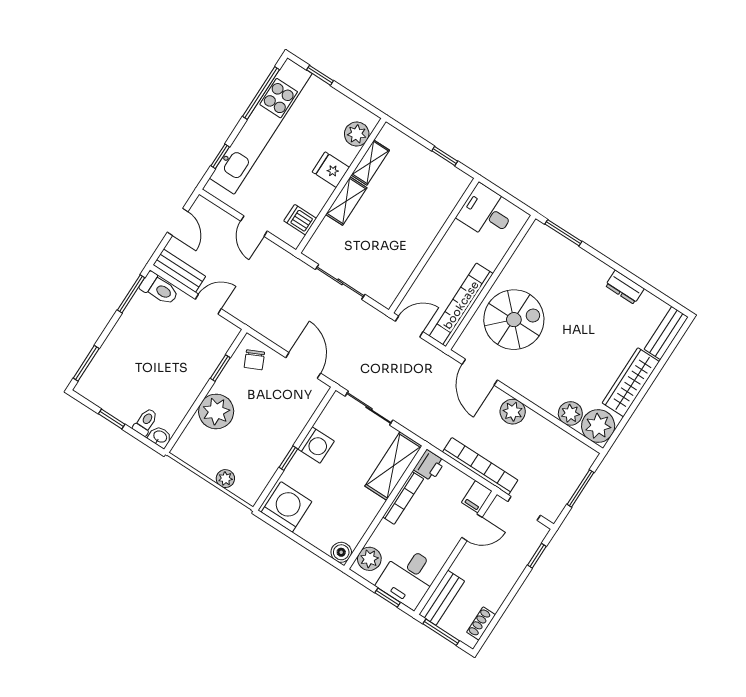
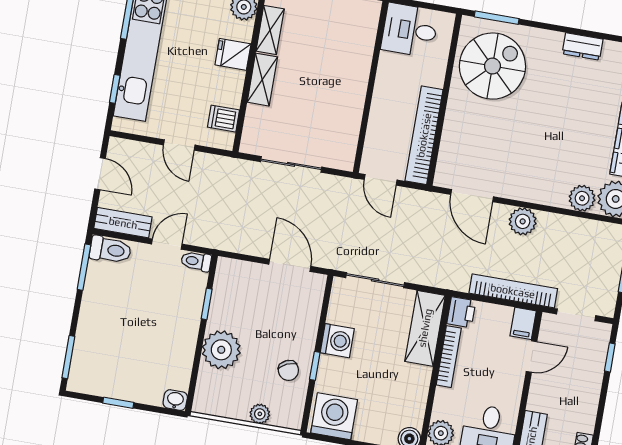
spiral stairs: (514, 320) -> (492, 66), moved
door: (409, 327) -> (381, 180), swing flipped
chair: (254, 360) -> (288, 370), moved
toilet: (145, 422) -> (196, 261), moved, turned -90

